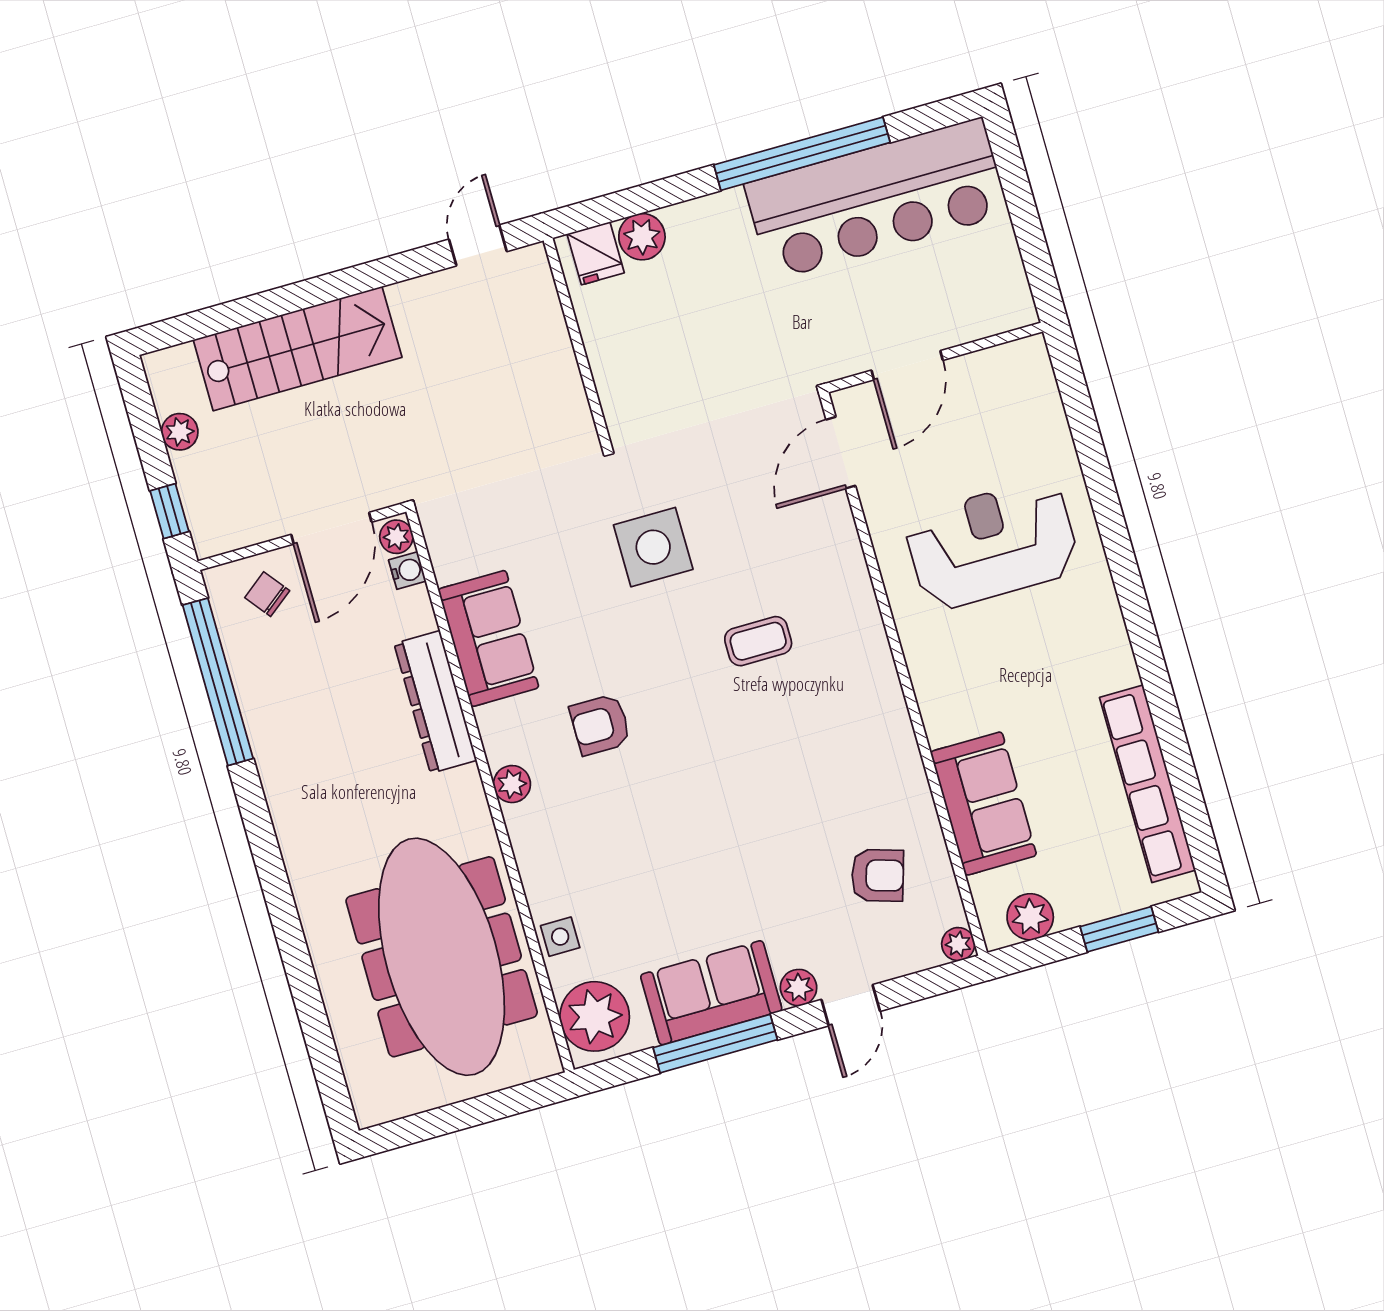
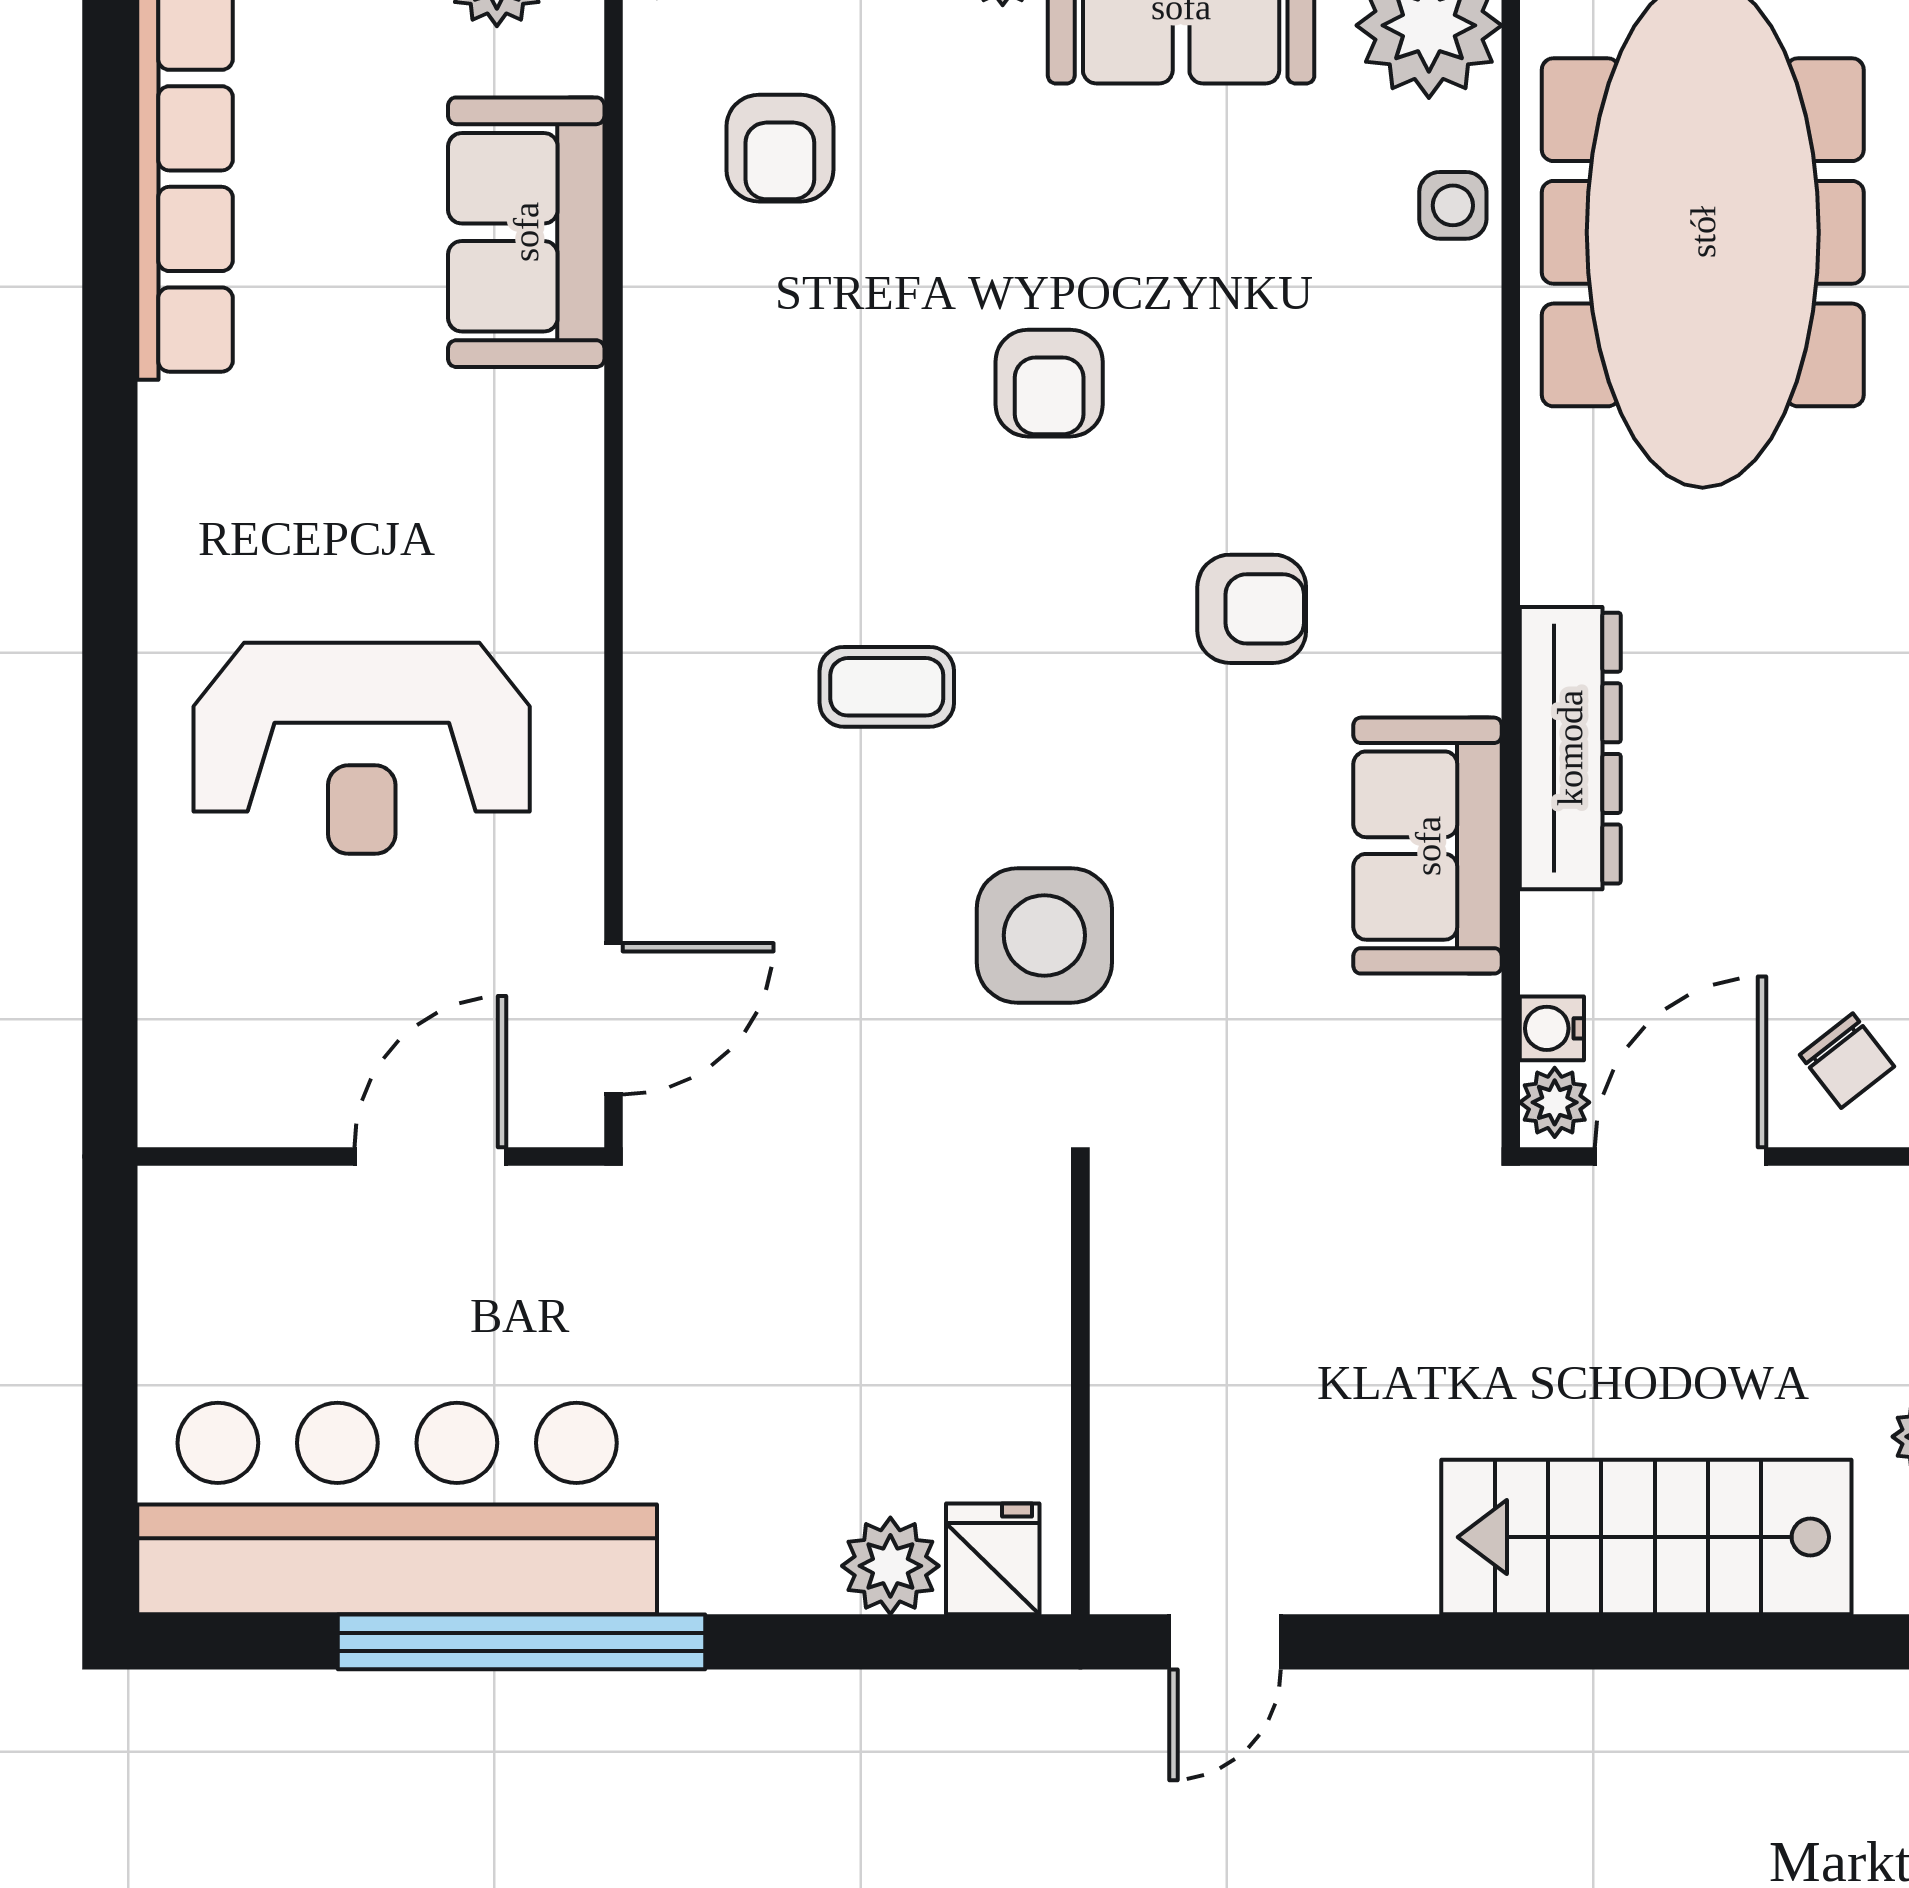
plant: (512, 784) -> (1463, 540), removed
armchair: (723, 802) -> (1049, 383), added
armchair: (878, 875) -> (780, 148), turned -107

